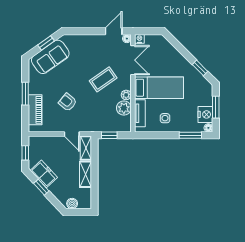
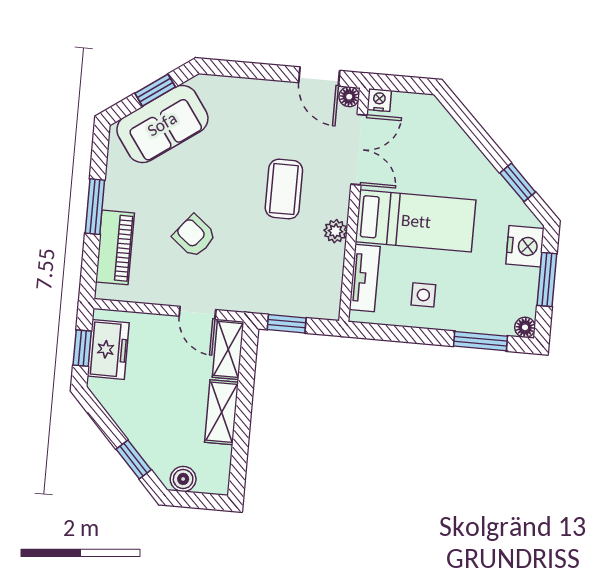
door: (114, 31) -> (319, 77), swing flipped
coffee table: (103, 79) -> (284, 189), turned -55
plant: (124, 108) -> (327, 262), removed
nightstand: (205, 114) -> (525, 246), moved
freezer: (44, 174) -> (108, 349), moved, turned 43
window: (41, 187) -> (134, 459), moved

